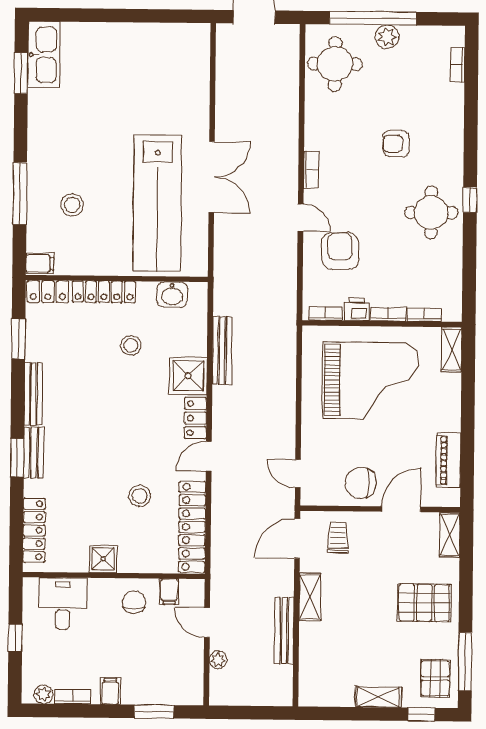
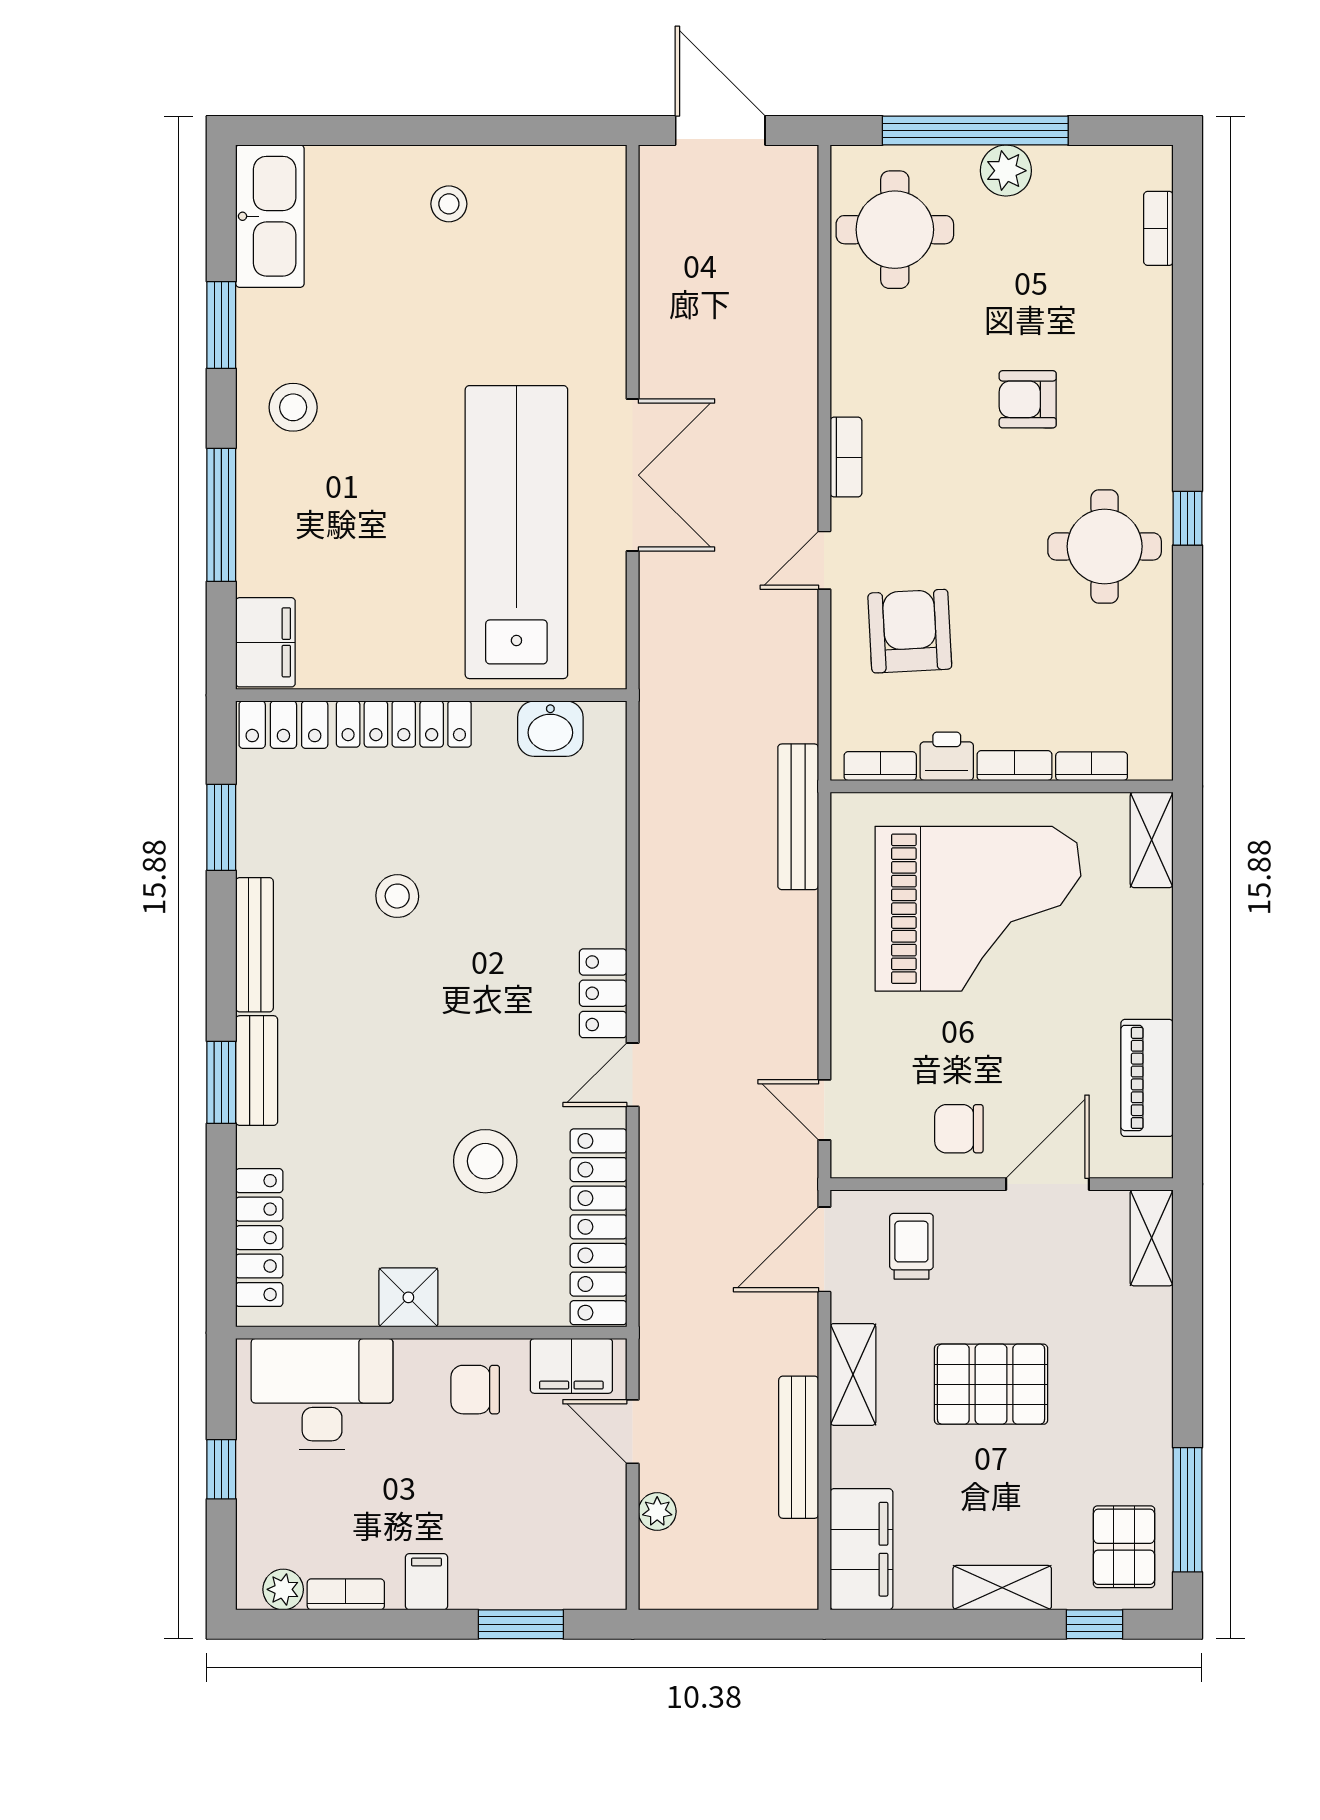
stool: (127, 50) -> (449, 204), added
window: (21, 73) -> (221, 325), moved
lab bench: (157, 203) -> (516, 532), turned 180
stool: (72, 205) -> (293, 407), moved
door: (301, 218) -> (824, 560), swing flipped
filing cabinet: (40, 263) -> (265, 642), width x2.00
stool: (131, 345) -> (397, 896), moved
bench: (222, 350) -> (798, 817), moved
shower: (188, 376) -> (587, 902), removed
chair: (360, 483) -> (959, 1129), width x0.73, depth x0.73
stool: (140, 496) -> (485, 1161), width x1.38, depth x1.38
filing cabinet: (169, 591) -> (571, 1366), width x2.00
chair: (134, 602) -> (475, 1390), turned -90
desk: (63, 603) -> (322, 1394), width x1.37
pallet: (424, 603) -> (991, 1384), moved
filing cabinet: (313, 678) -> (861, 1549), added

